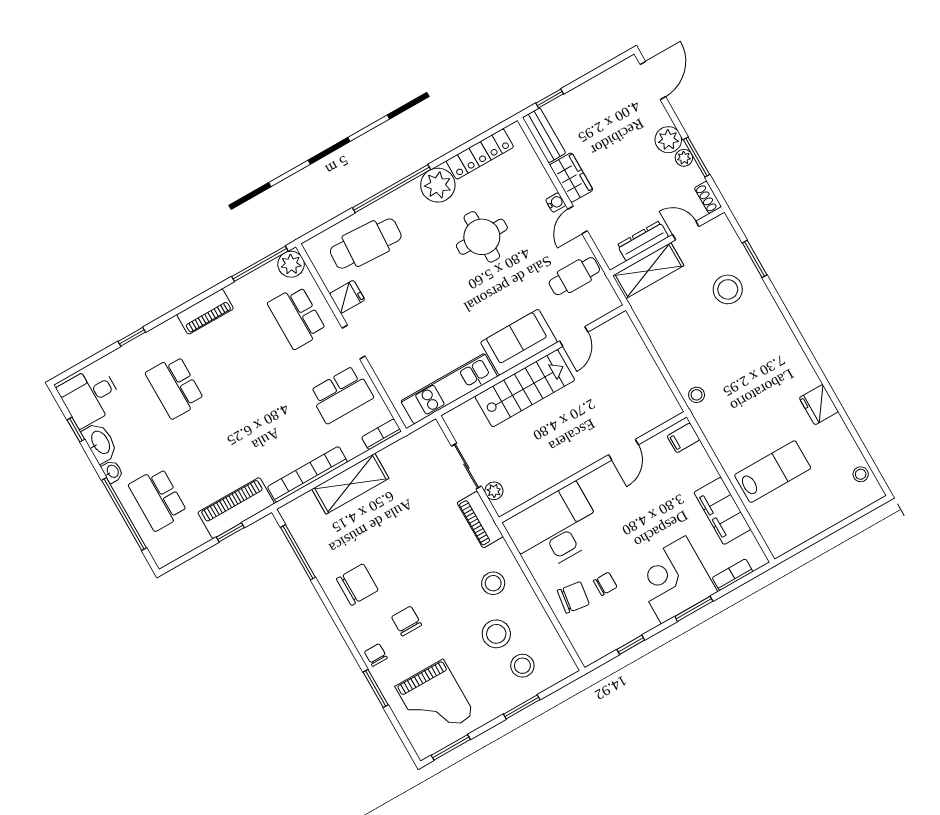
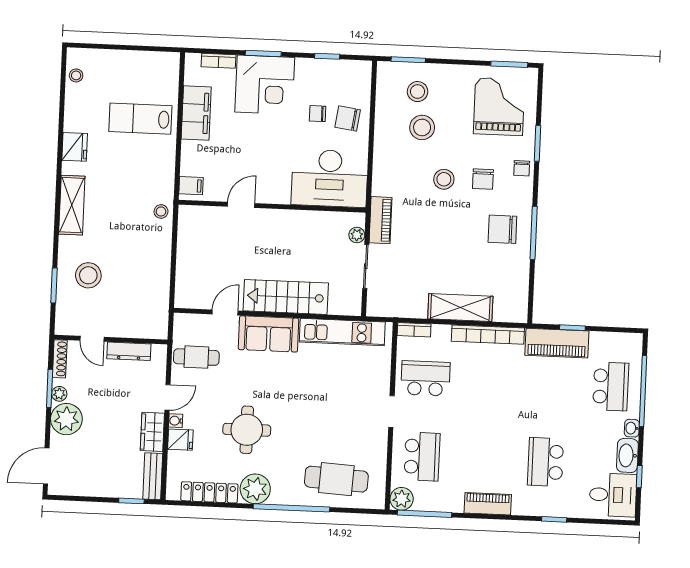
plant: (668, 140) -> (66, 419), width x1.36, depth x1.36
shoe rack: (708, 197) -> (60, 359), width x1.43
shelving: (648, 271) -> (72, 205), moved, turned 90
fridge: (347, 297) -> (180, 440), moved, turned 180
school desk: (175, 387) -> (546, 462), turned 180
window: (298, 552) -> (534, 233), moved
stool: (493, 583) -> (444, 179), moved
window: (522, 707) -> (408, 60), moved

